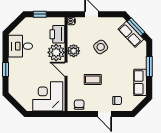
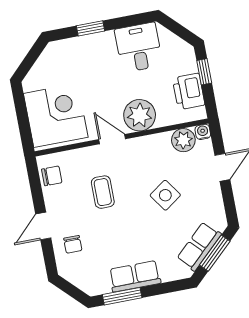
printer: (57, 34) -> (189, 92), moved, turned -90
plant: (74, 51) -> (183, 140), moved
window: (149, 67) -> (122, 296), moved
door: (66, 69) -> (112, 139), hinge flipped
row of seats: (140, 82) -> (135, 276), moved

